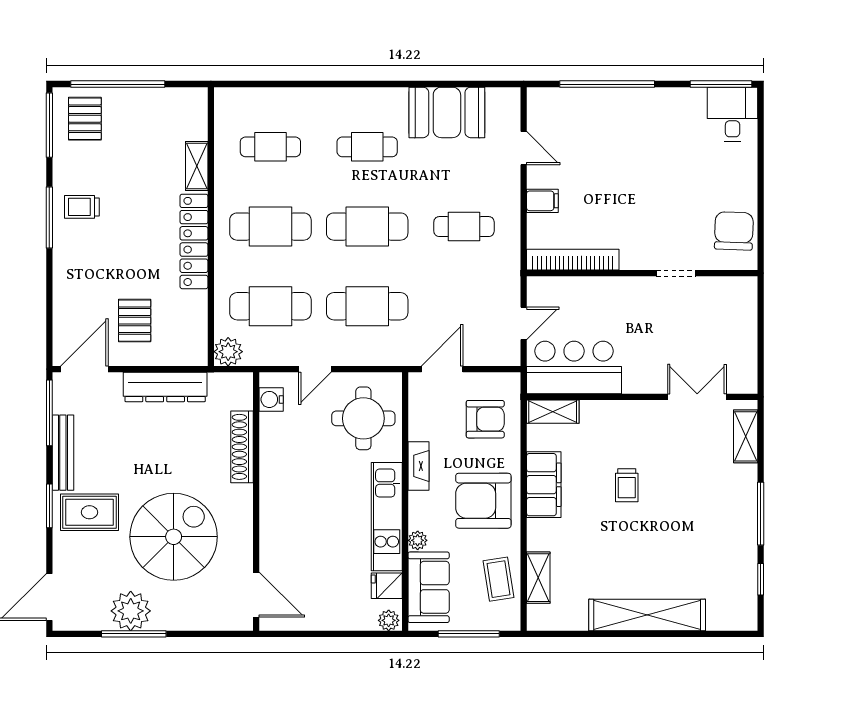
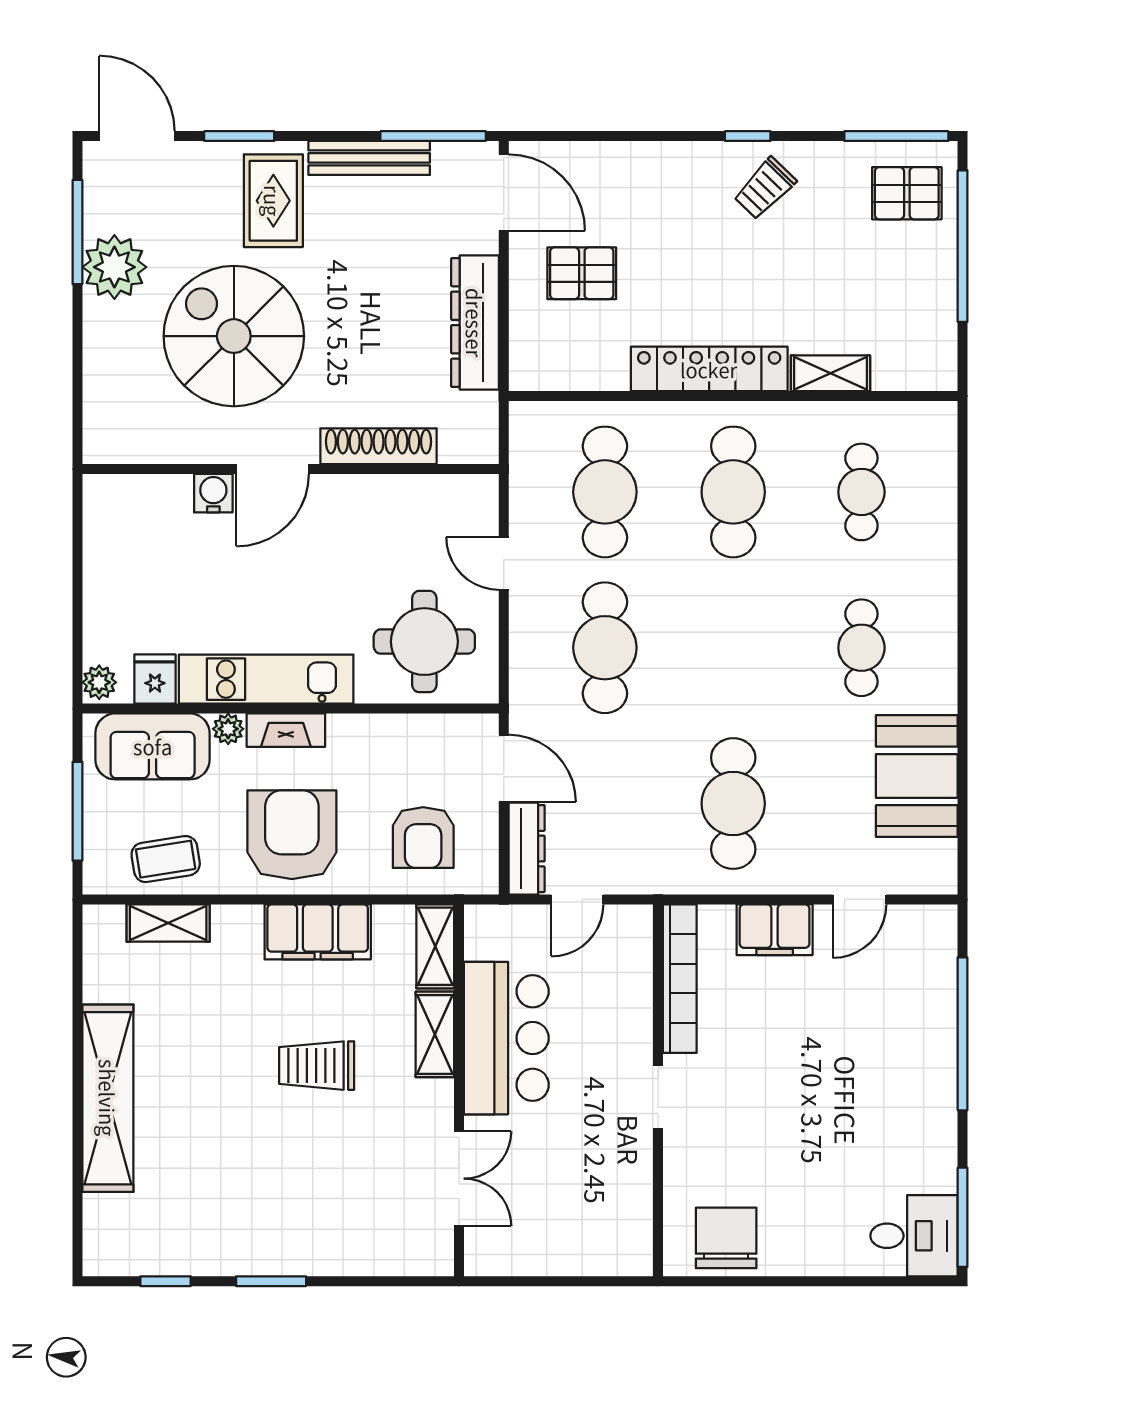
filing cabinet: (542, 201) -> (775, 930), width x2.00
trolley: (82, 207) -> (765, 188), turned -136
window: (49, 218) -> (748, 136), width x0.46
cafe table: (367, 227) -> (733, 648), removed
cafe table: (464, 227) -> (733, 804), width x1.37, depth x1.35
chair: (734, 231) -> (726, 1238), turned -92
doorway: (676, 273) -> (658, 1097), moved
door: (524, 323) -> (577, 899), hinge flipped
plant: (228, 352) -> (532, 424), removed
dresser: (492, 355) -> (527, 849), added
bar counter: (574, 367) -> (506, 1038), moved
water cooler: (271, 399) -> (213, 493), moved
shelving: (746, 436) -> (435, 1034), moved, turned 90
fireplace: (418, 466) -> (286, 730), moved
trolley: (627, 485) -> (317, 1066), width x1.36, depth x1.39
window: (49, 506) -> (239, 136), moved
window: (761, 514) -> (271, 1281), width x0.69
spiral stairs: (174, 537) -> (234, 336), turned 180
door: (256, 595) -> (273, 469), moved
window: (134, 634) -> (77, 232), moved

